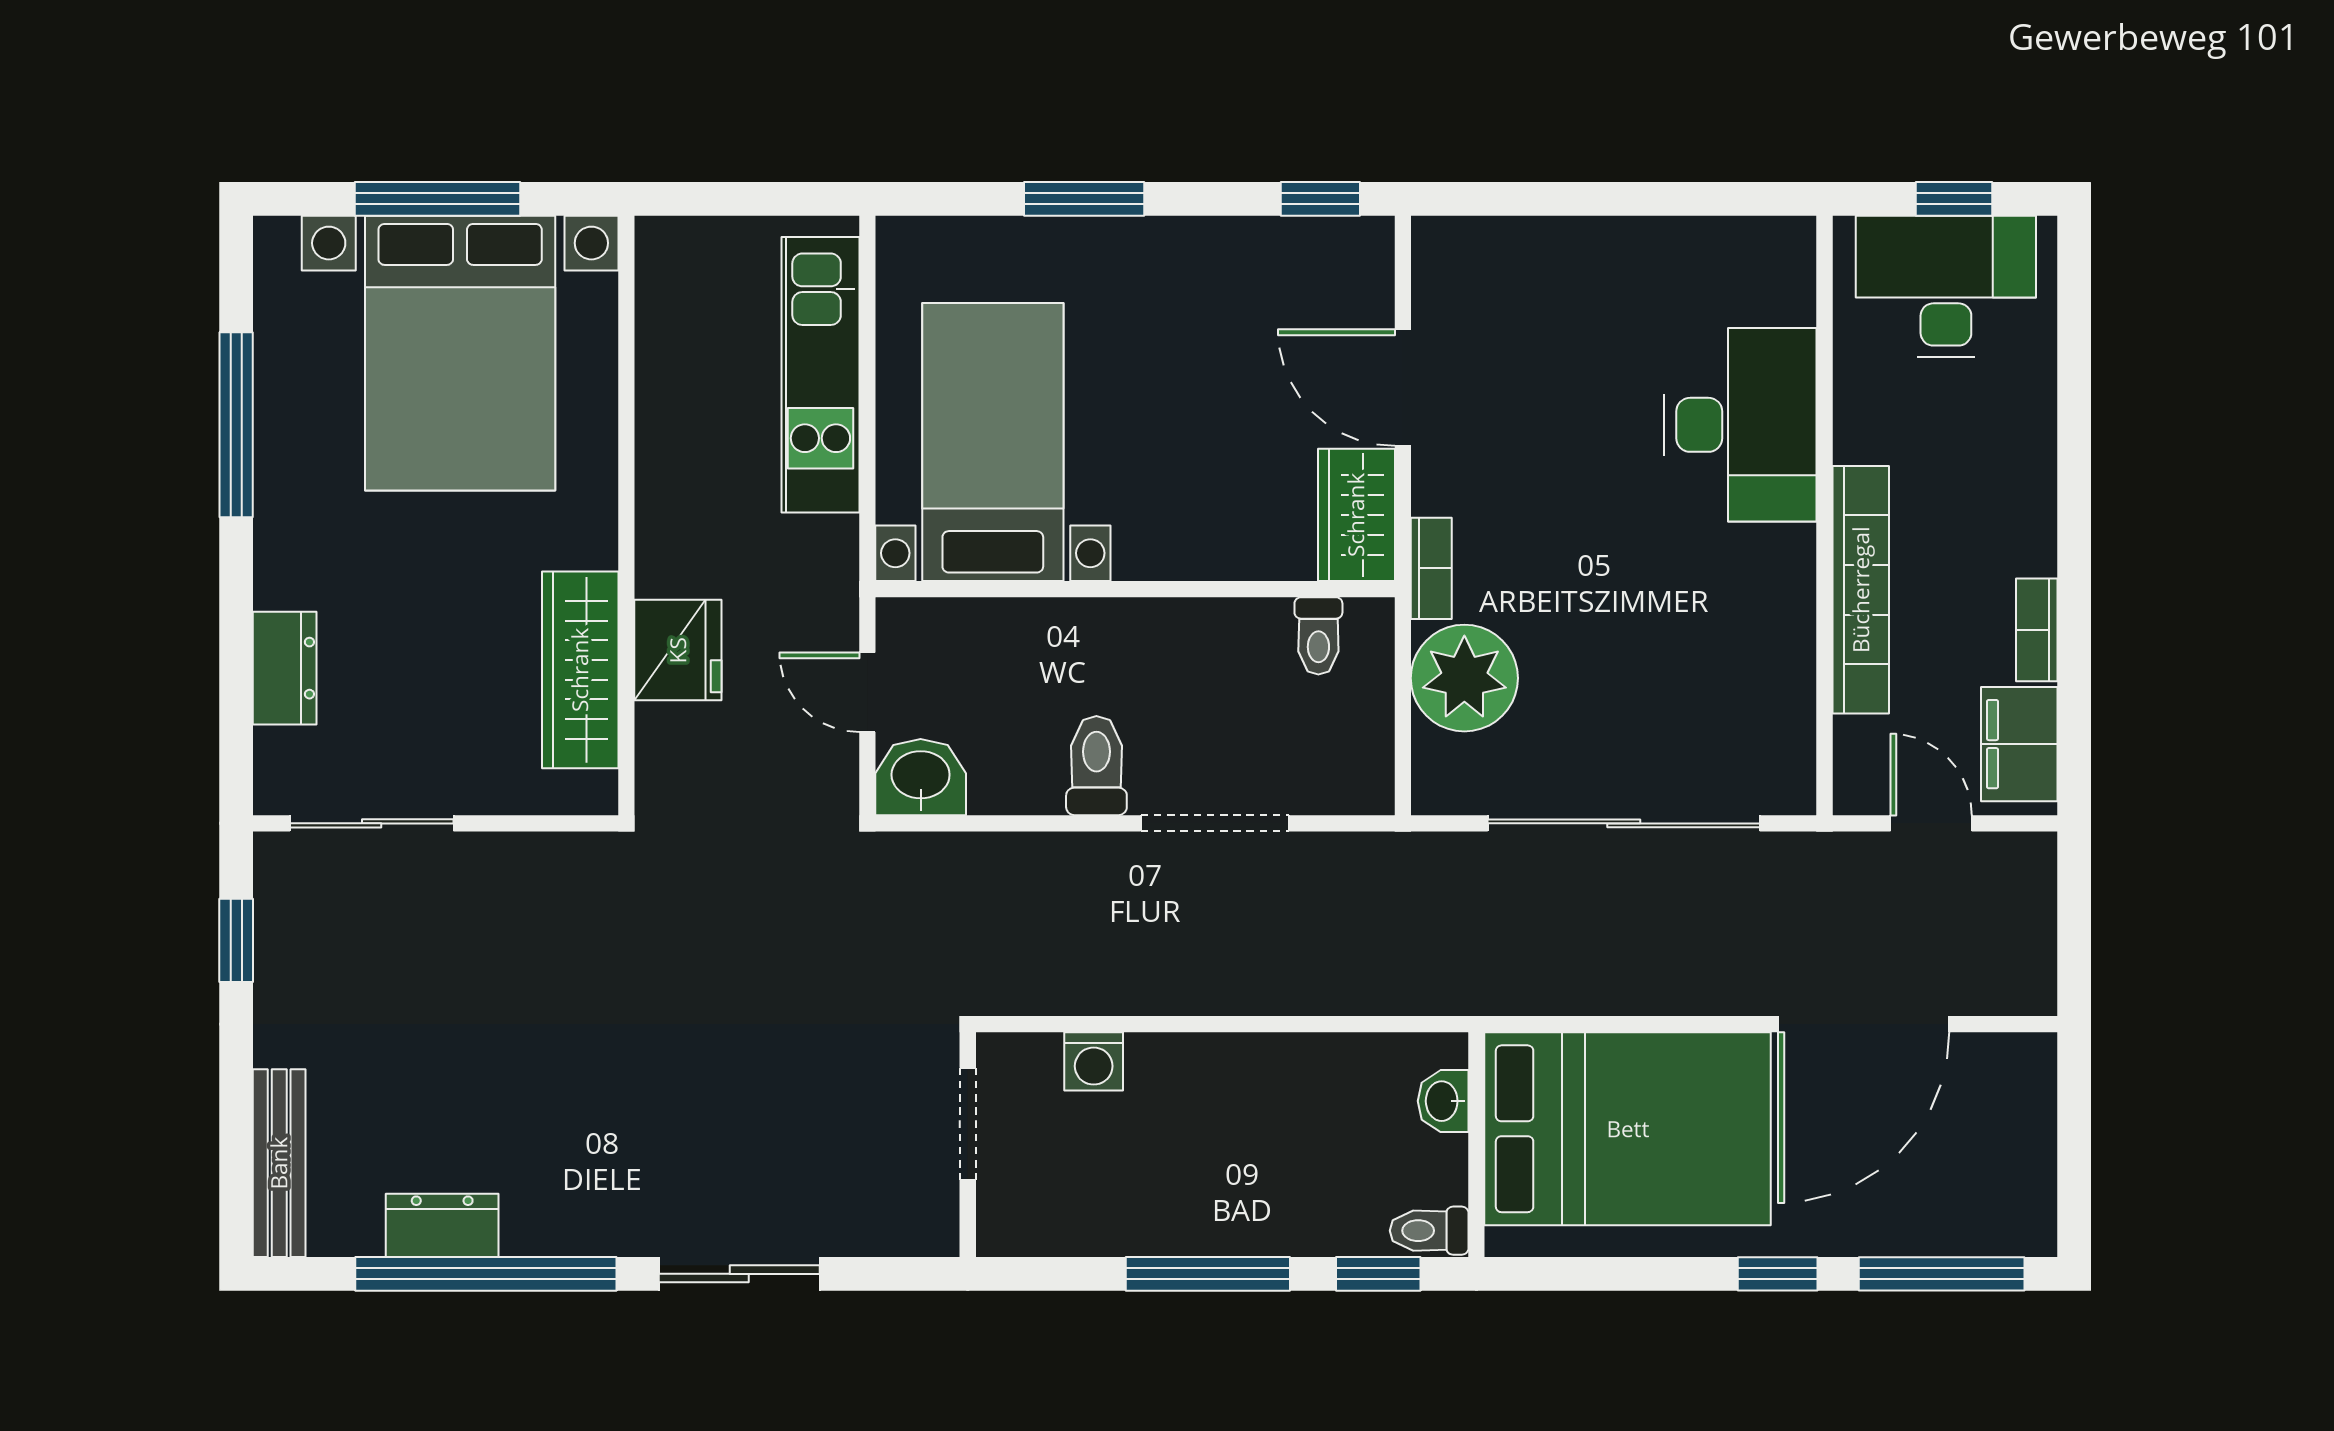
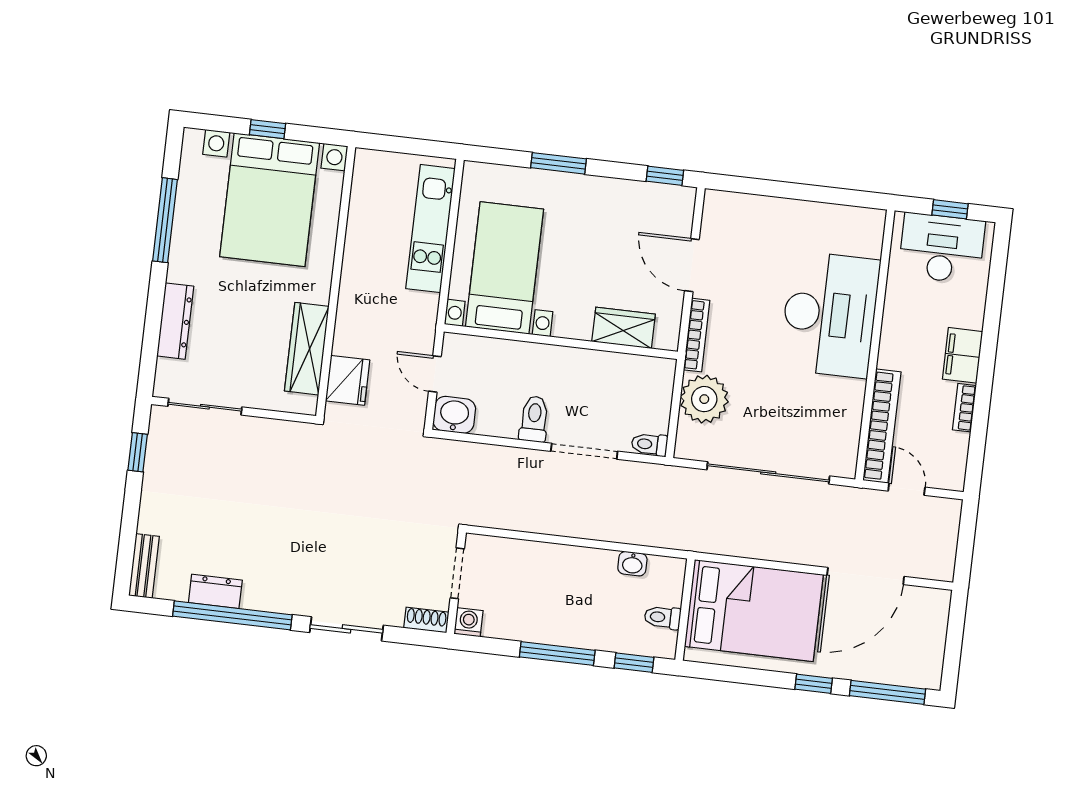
window: (438, 199) -> (268, 129), width x0.46
desk: (1740, 425) -> (830, 314), width x1.36, depth x1.30
wardrobe: (1356, 515) -> (624, 328), moved, turned 90
bookcase: (1431, 568) -> (697, 335), width x1.56
bookcase: (1861, 590) -> (882, 426), moved
toilet: (1318, 636) -> (649, 444), moved, turned 90
fridge: (678, 650) -> (348, 380), moved
dresser: (285, 668) -> (175, 321), width x1.44
filing cabinet: (2019, 744) -> (963, 355), moved
washing machine: (1094, 1061) -> (468, 622), moved, turned 180
washbasin: (1443, 1101) -> (632, 564), moved, turned -90
bench: (279, 1163) -> (144, 566), width x0.73
toilet: (1429, 1231) -> (663, 617), moved
shoe rack: (912, 1234) -> (426, 620), added

